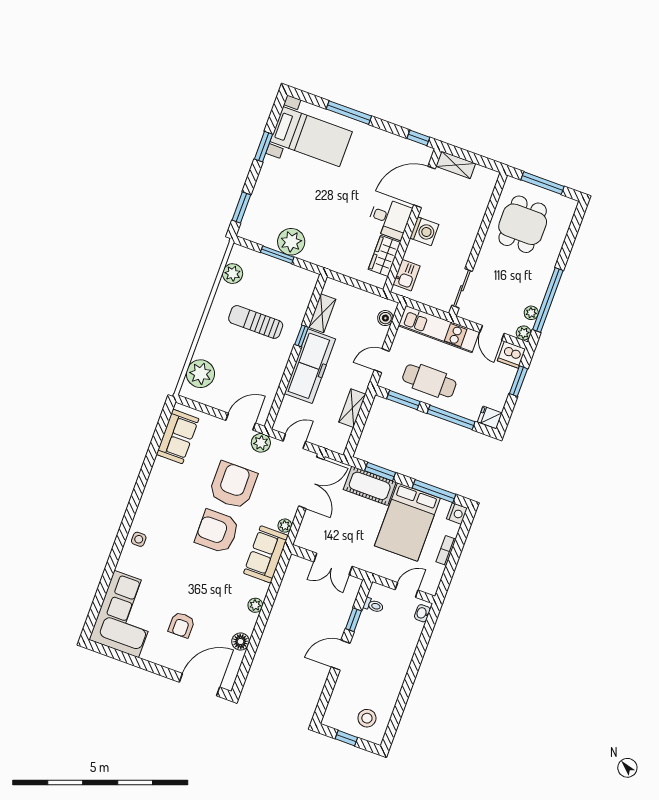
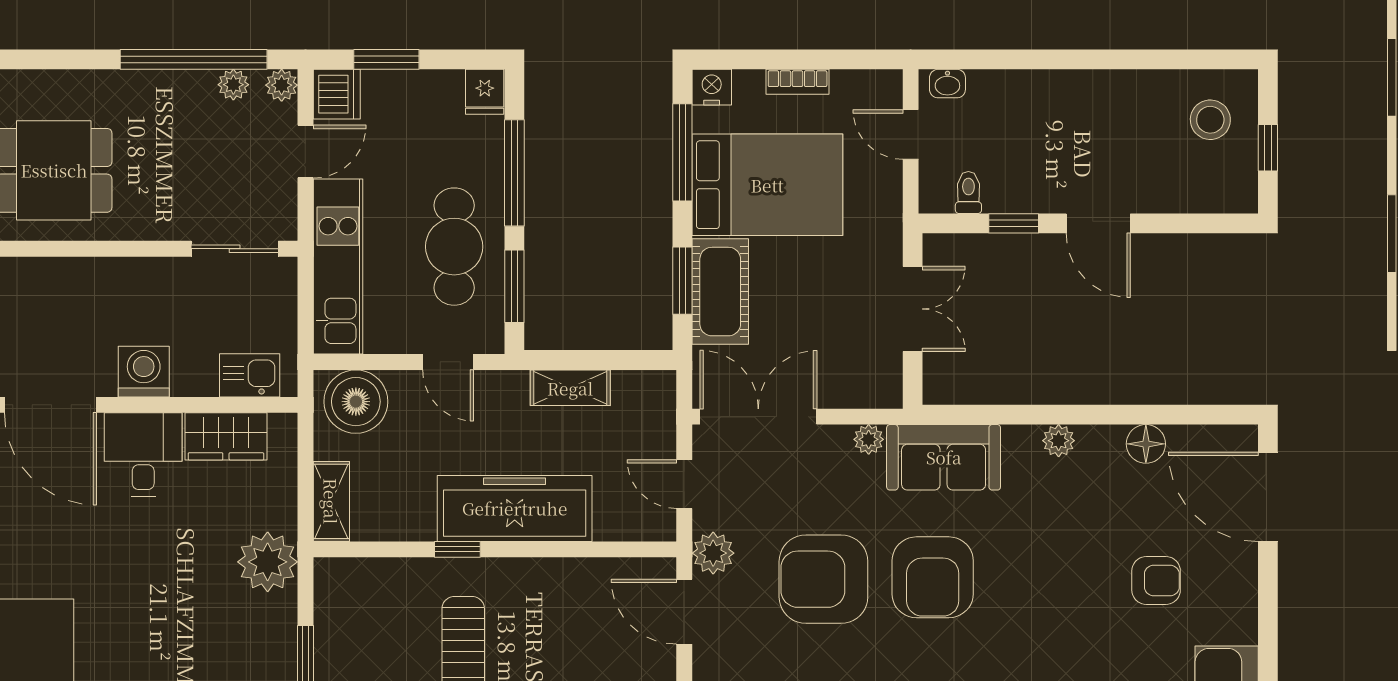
plant: (291, 242) -> (268, 562), moved
shelving: (322, 313) -> (331, 501), moved, turned 90
boiler: (385, 318) -> (356, 402), width x1.86, depth x1.86

